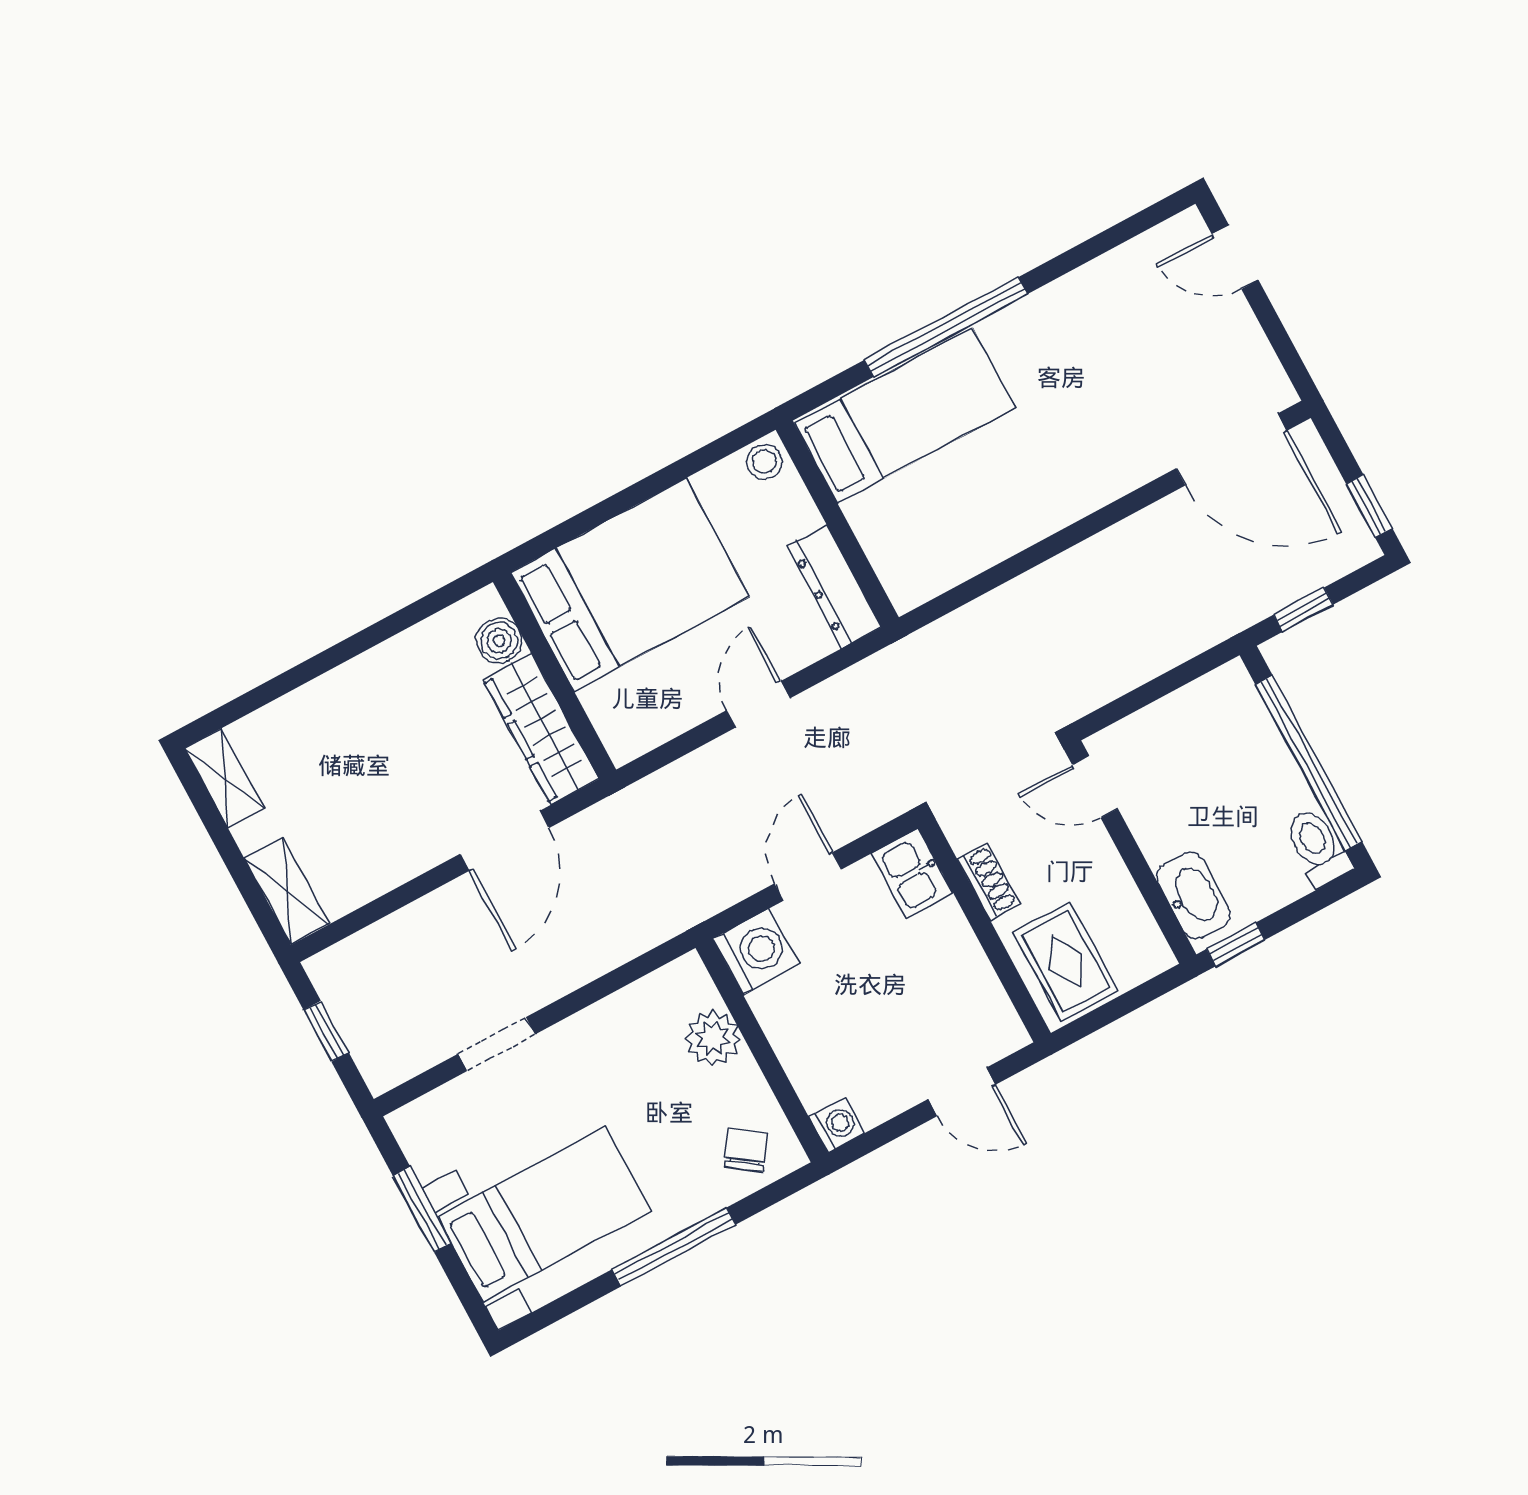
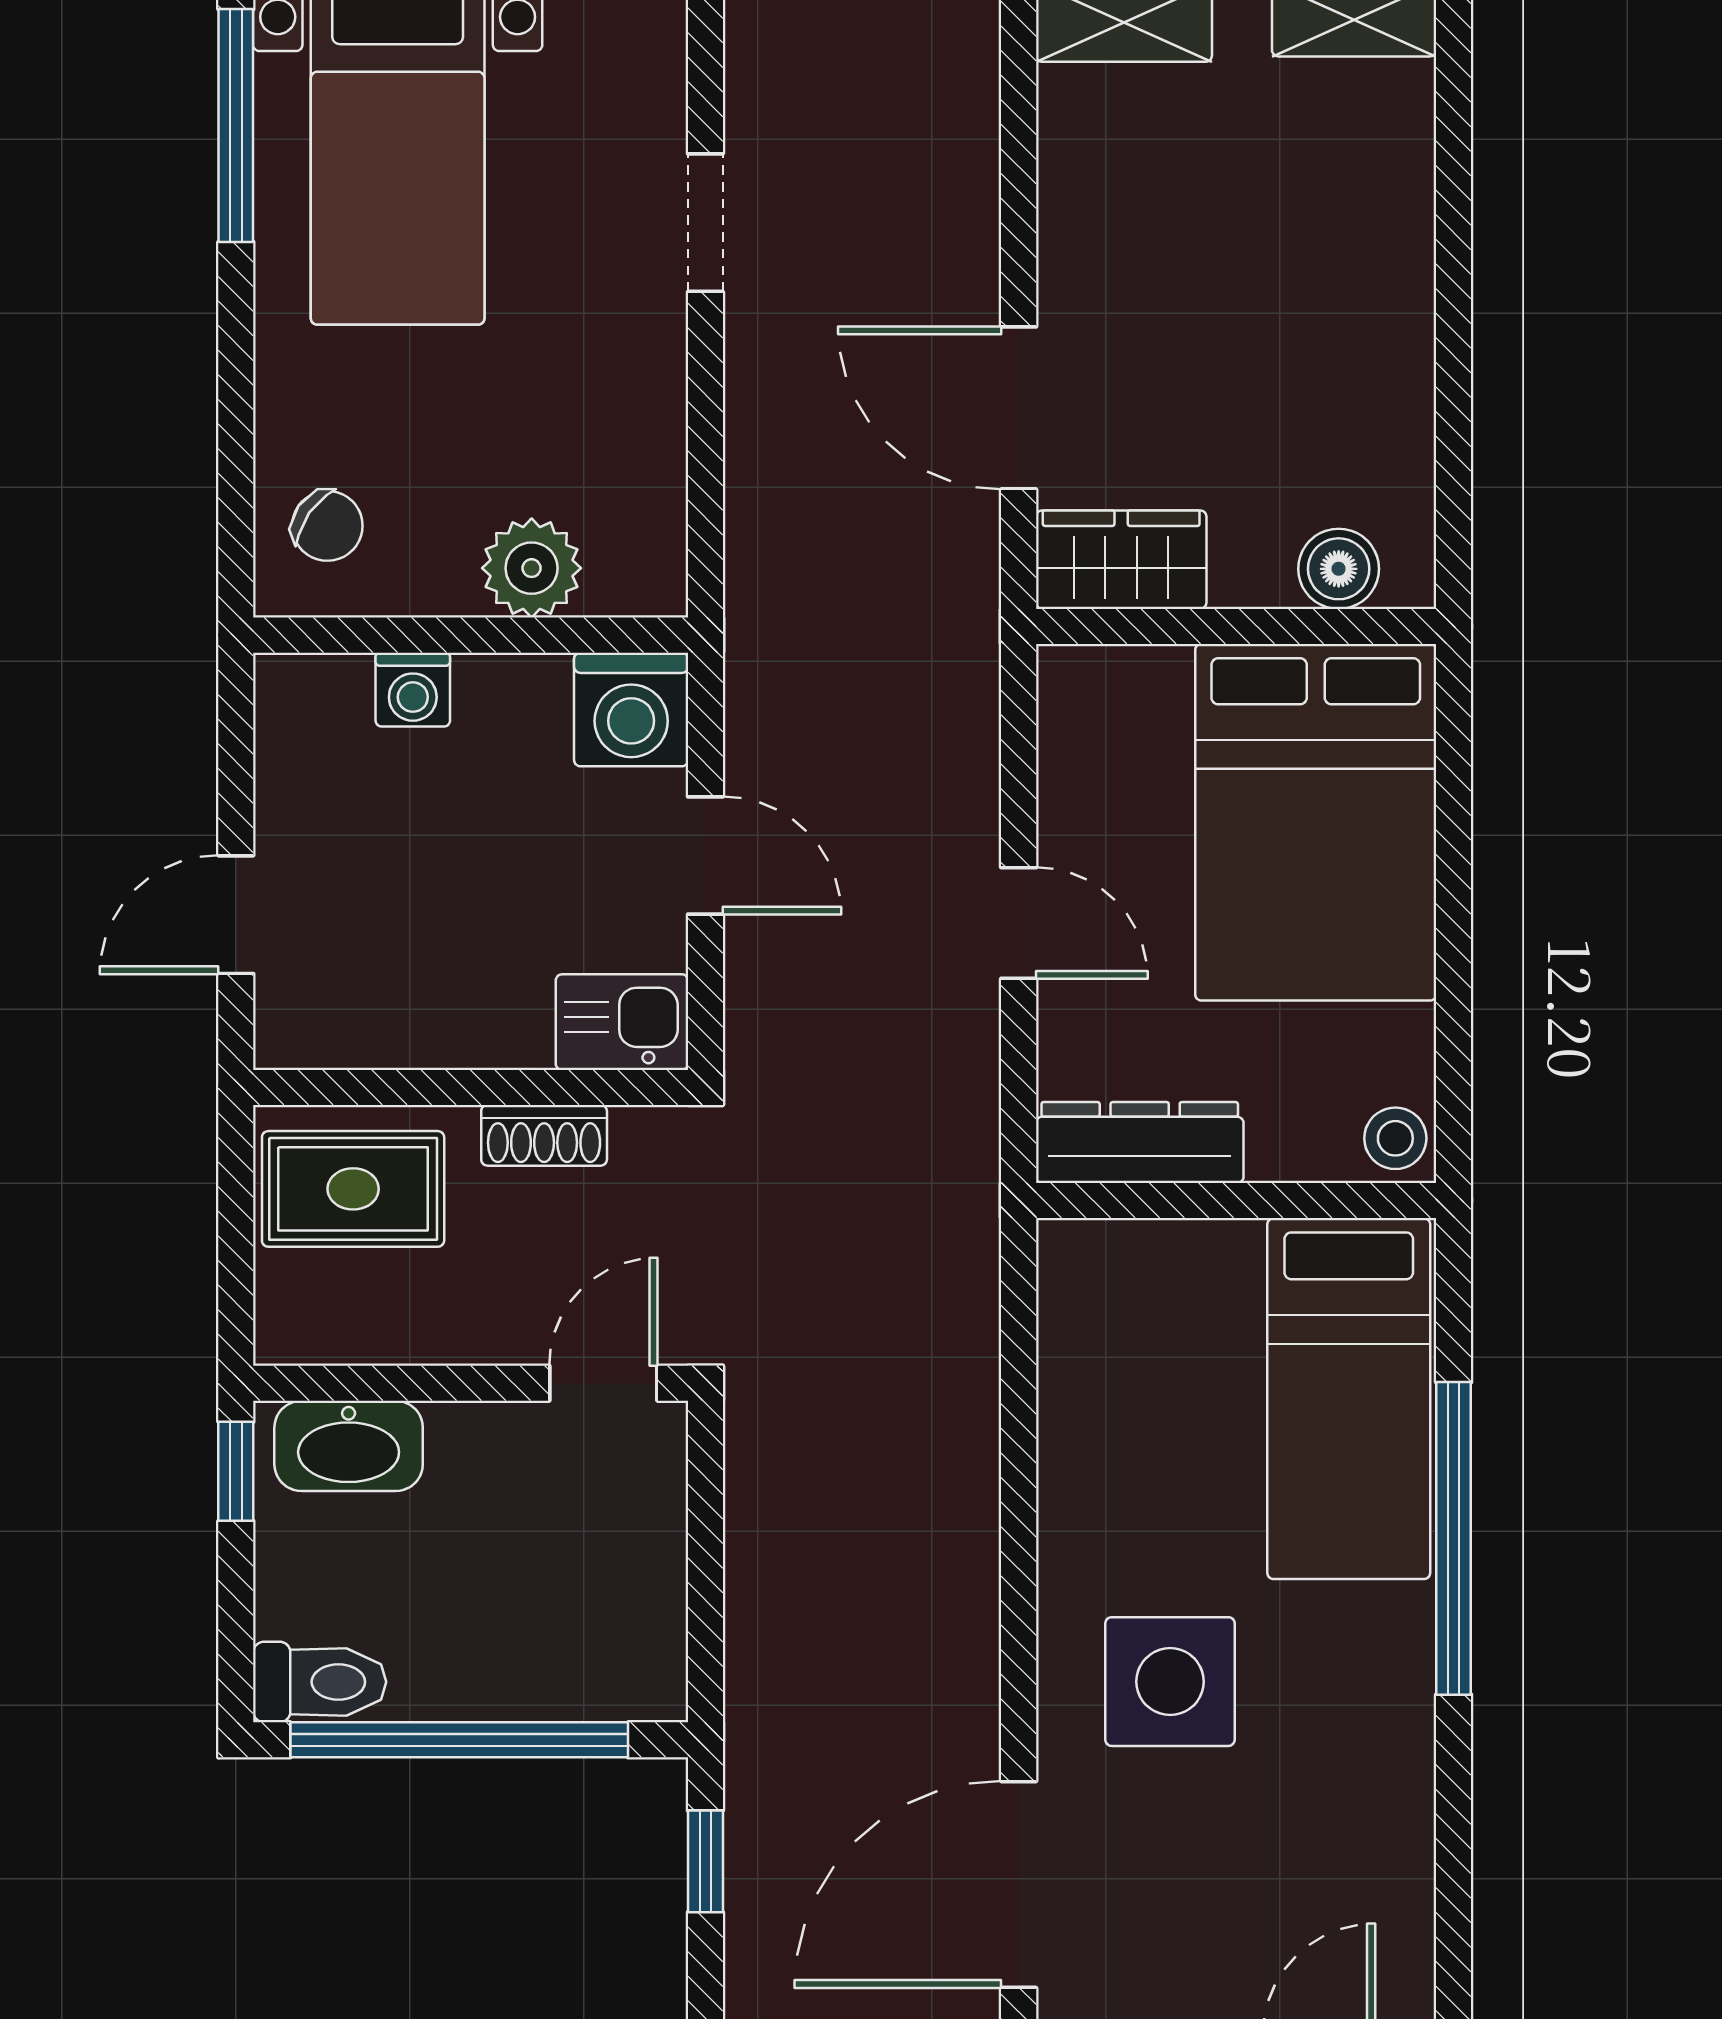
side table: (1092, 429) -> (1170, 1682), added
wardrobe: (541, 729) -> (1121, 560), width x0.67
washing machine: (836, 1125) -> (413, 690), moved
window: (674, 1247) -> (236, 126), moved

